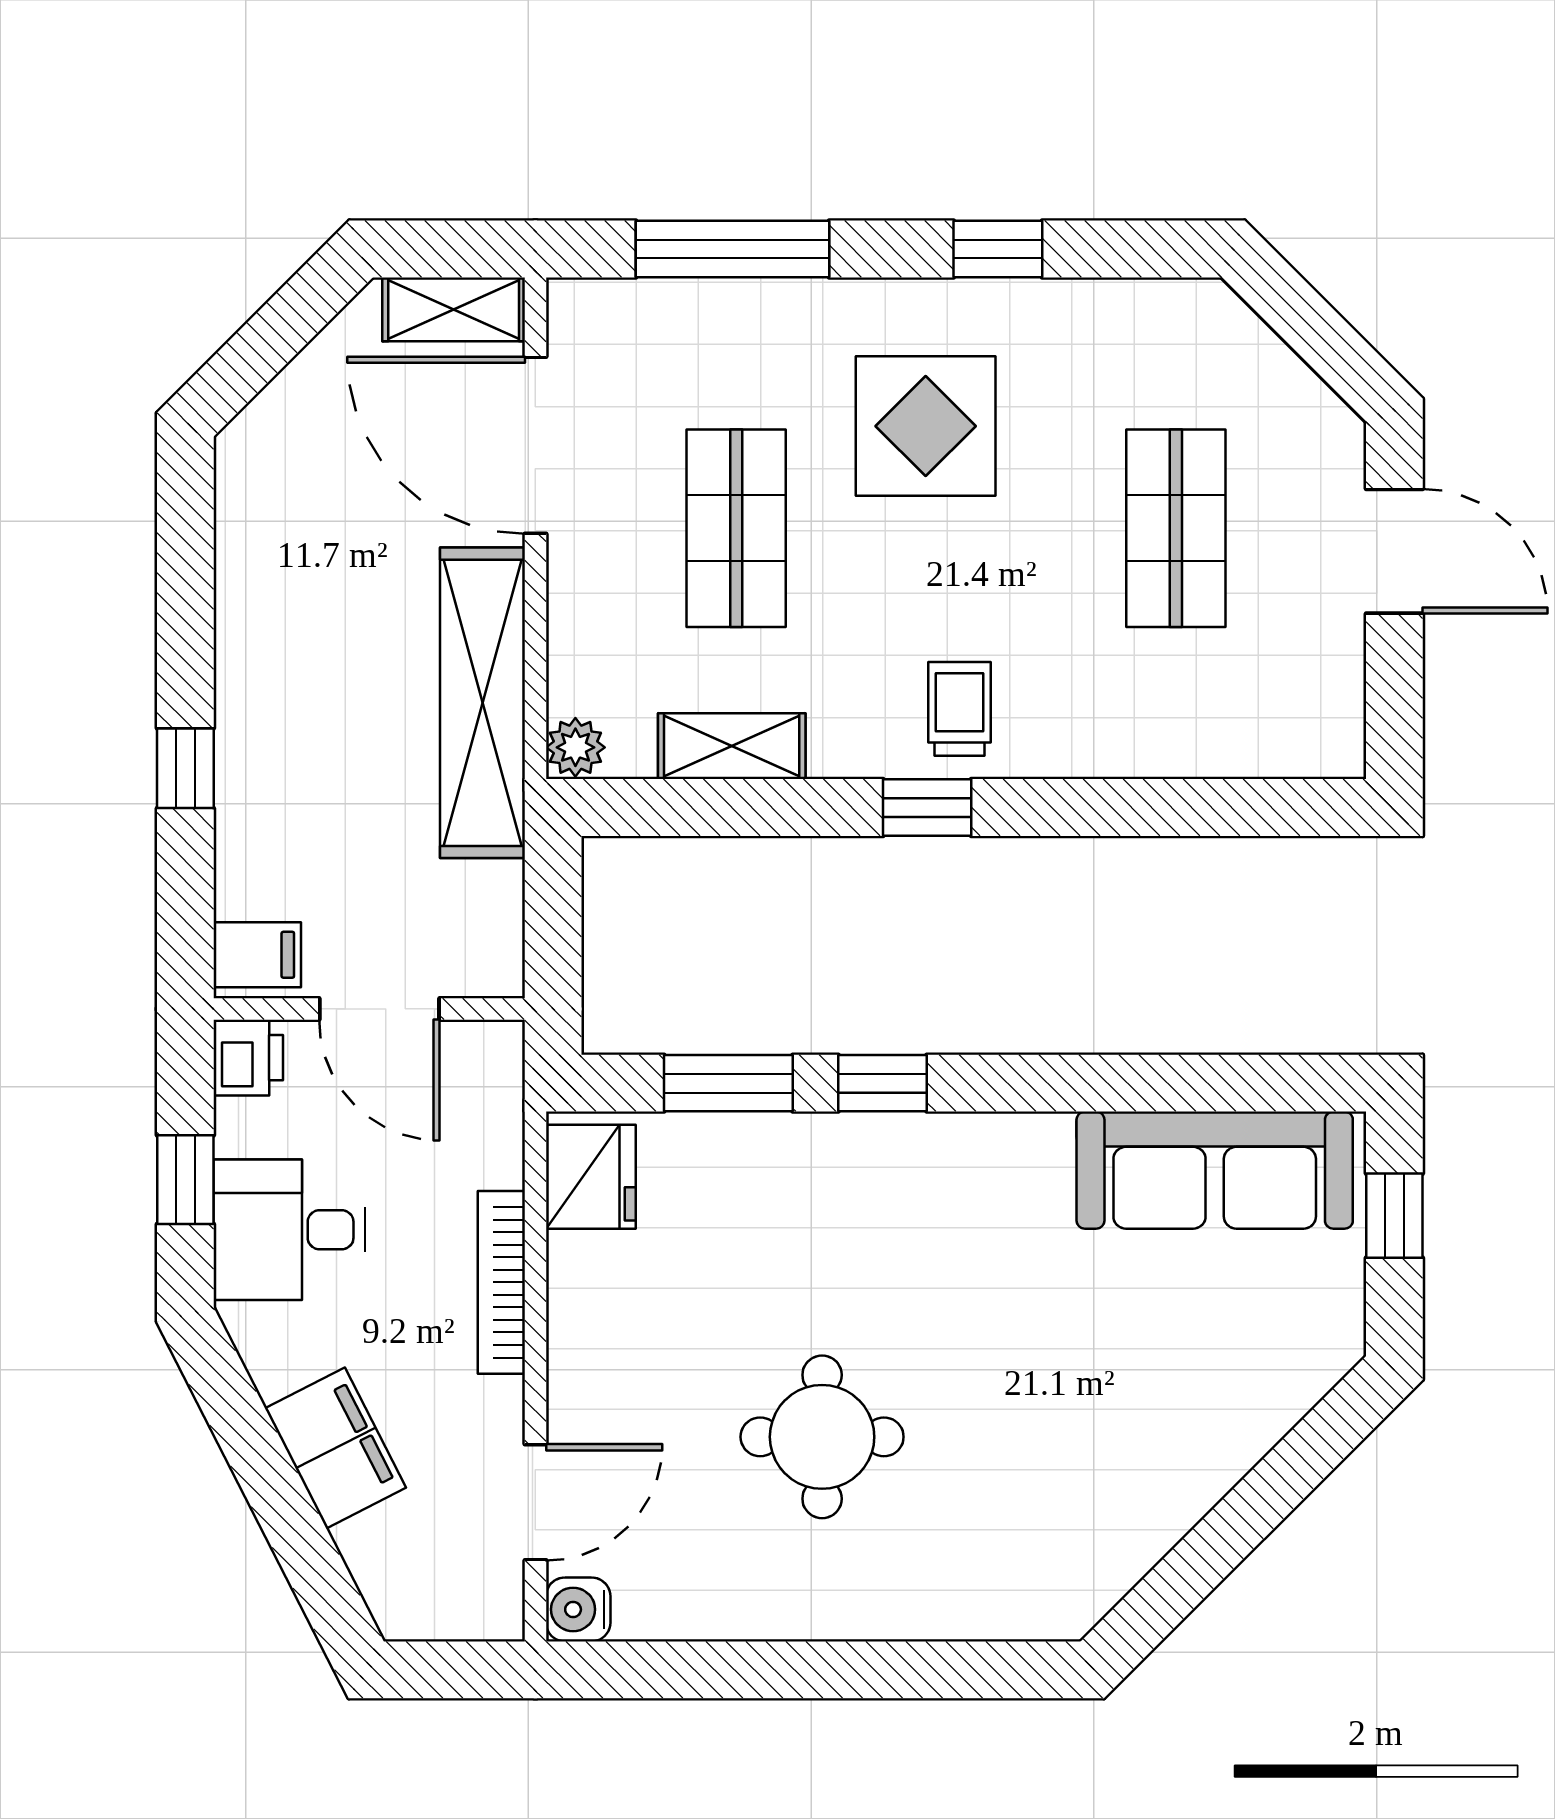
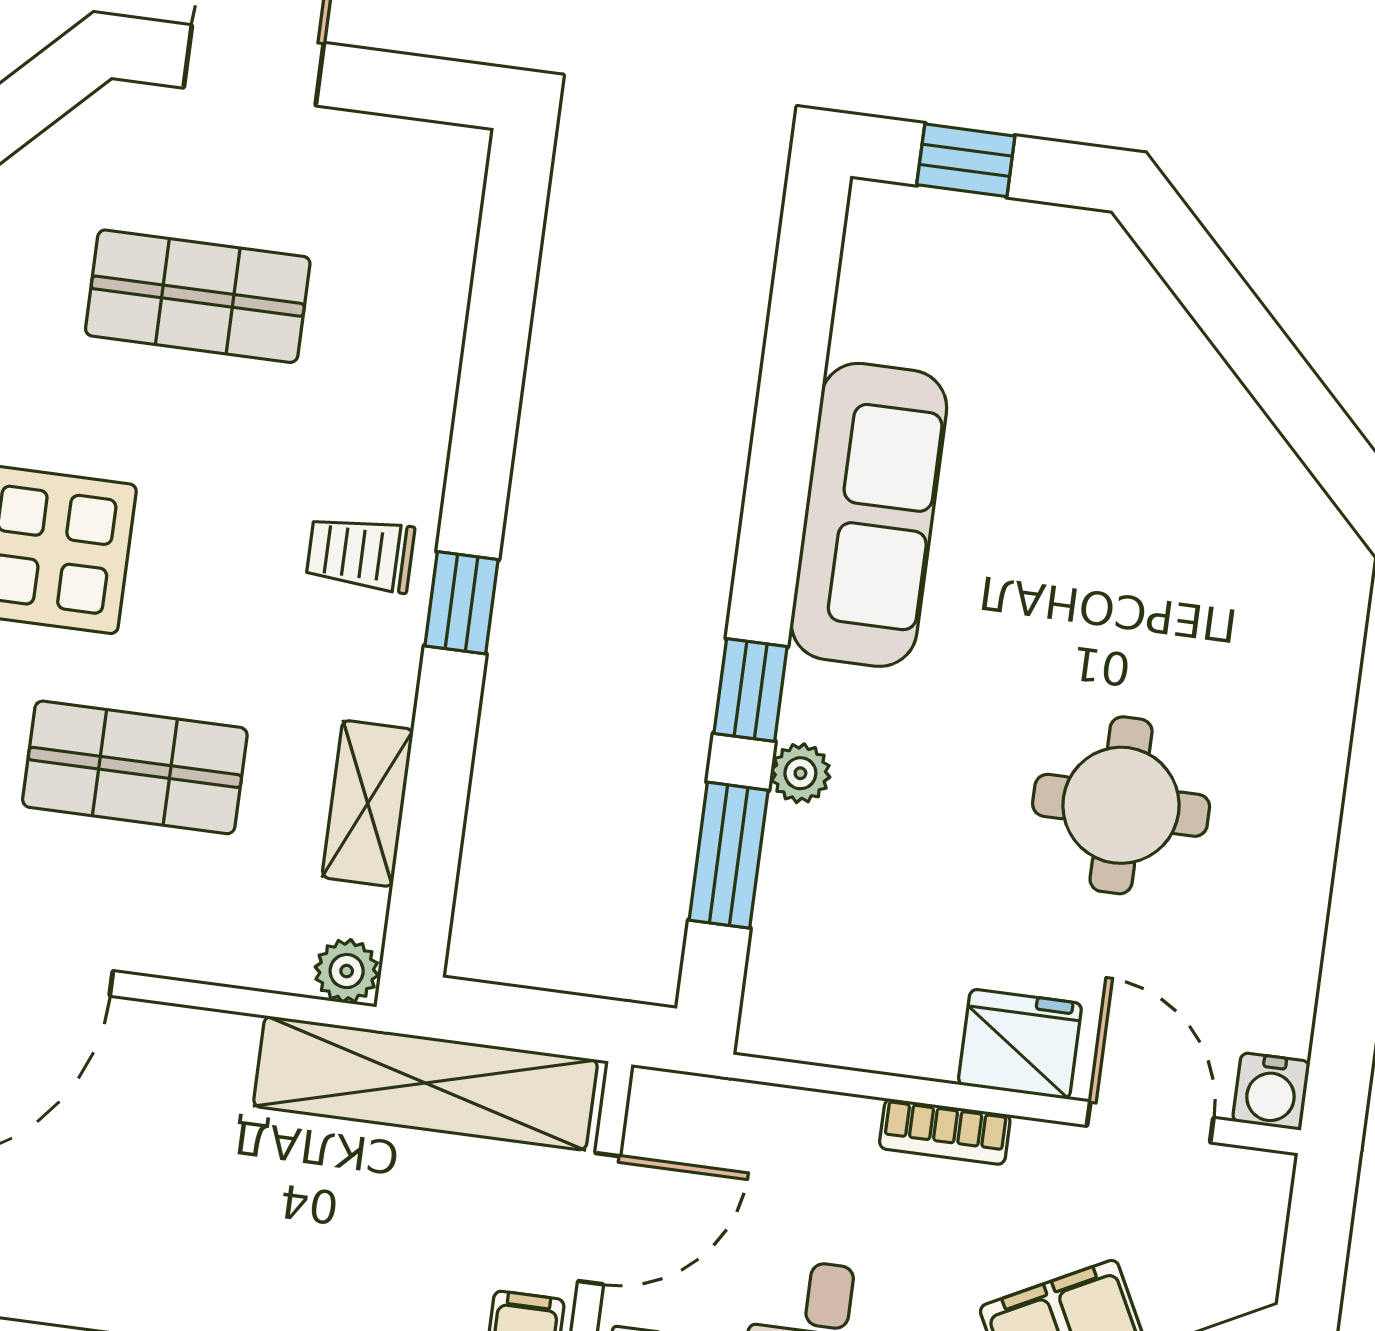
shelving: (482, 703) -> (425, 1083), moved
plant: (812, 1139) -> (800, 773), added
sofa: (1215, 1170) -> (869, 515), moved
fridge: (591, 1177) -> (1020, 1044), moved
bookcase: (501, 1282) -> (945, 1132), width x0.64

